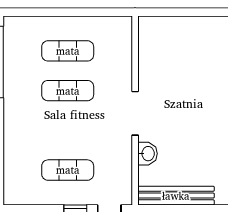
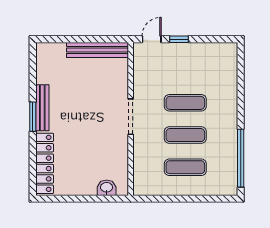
washbasin: (148, 154) -> (107, 188), moved, turned 90
exercise mat: (68, 170) -> (185, 103), moved

